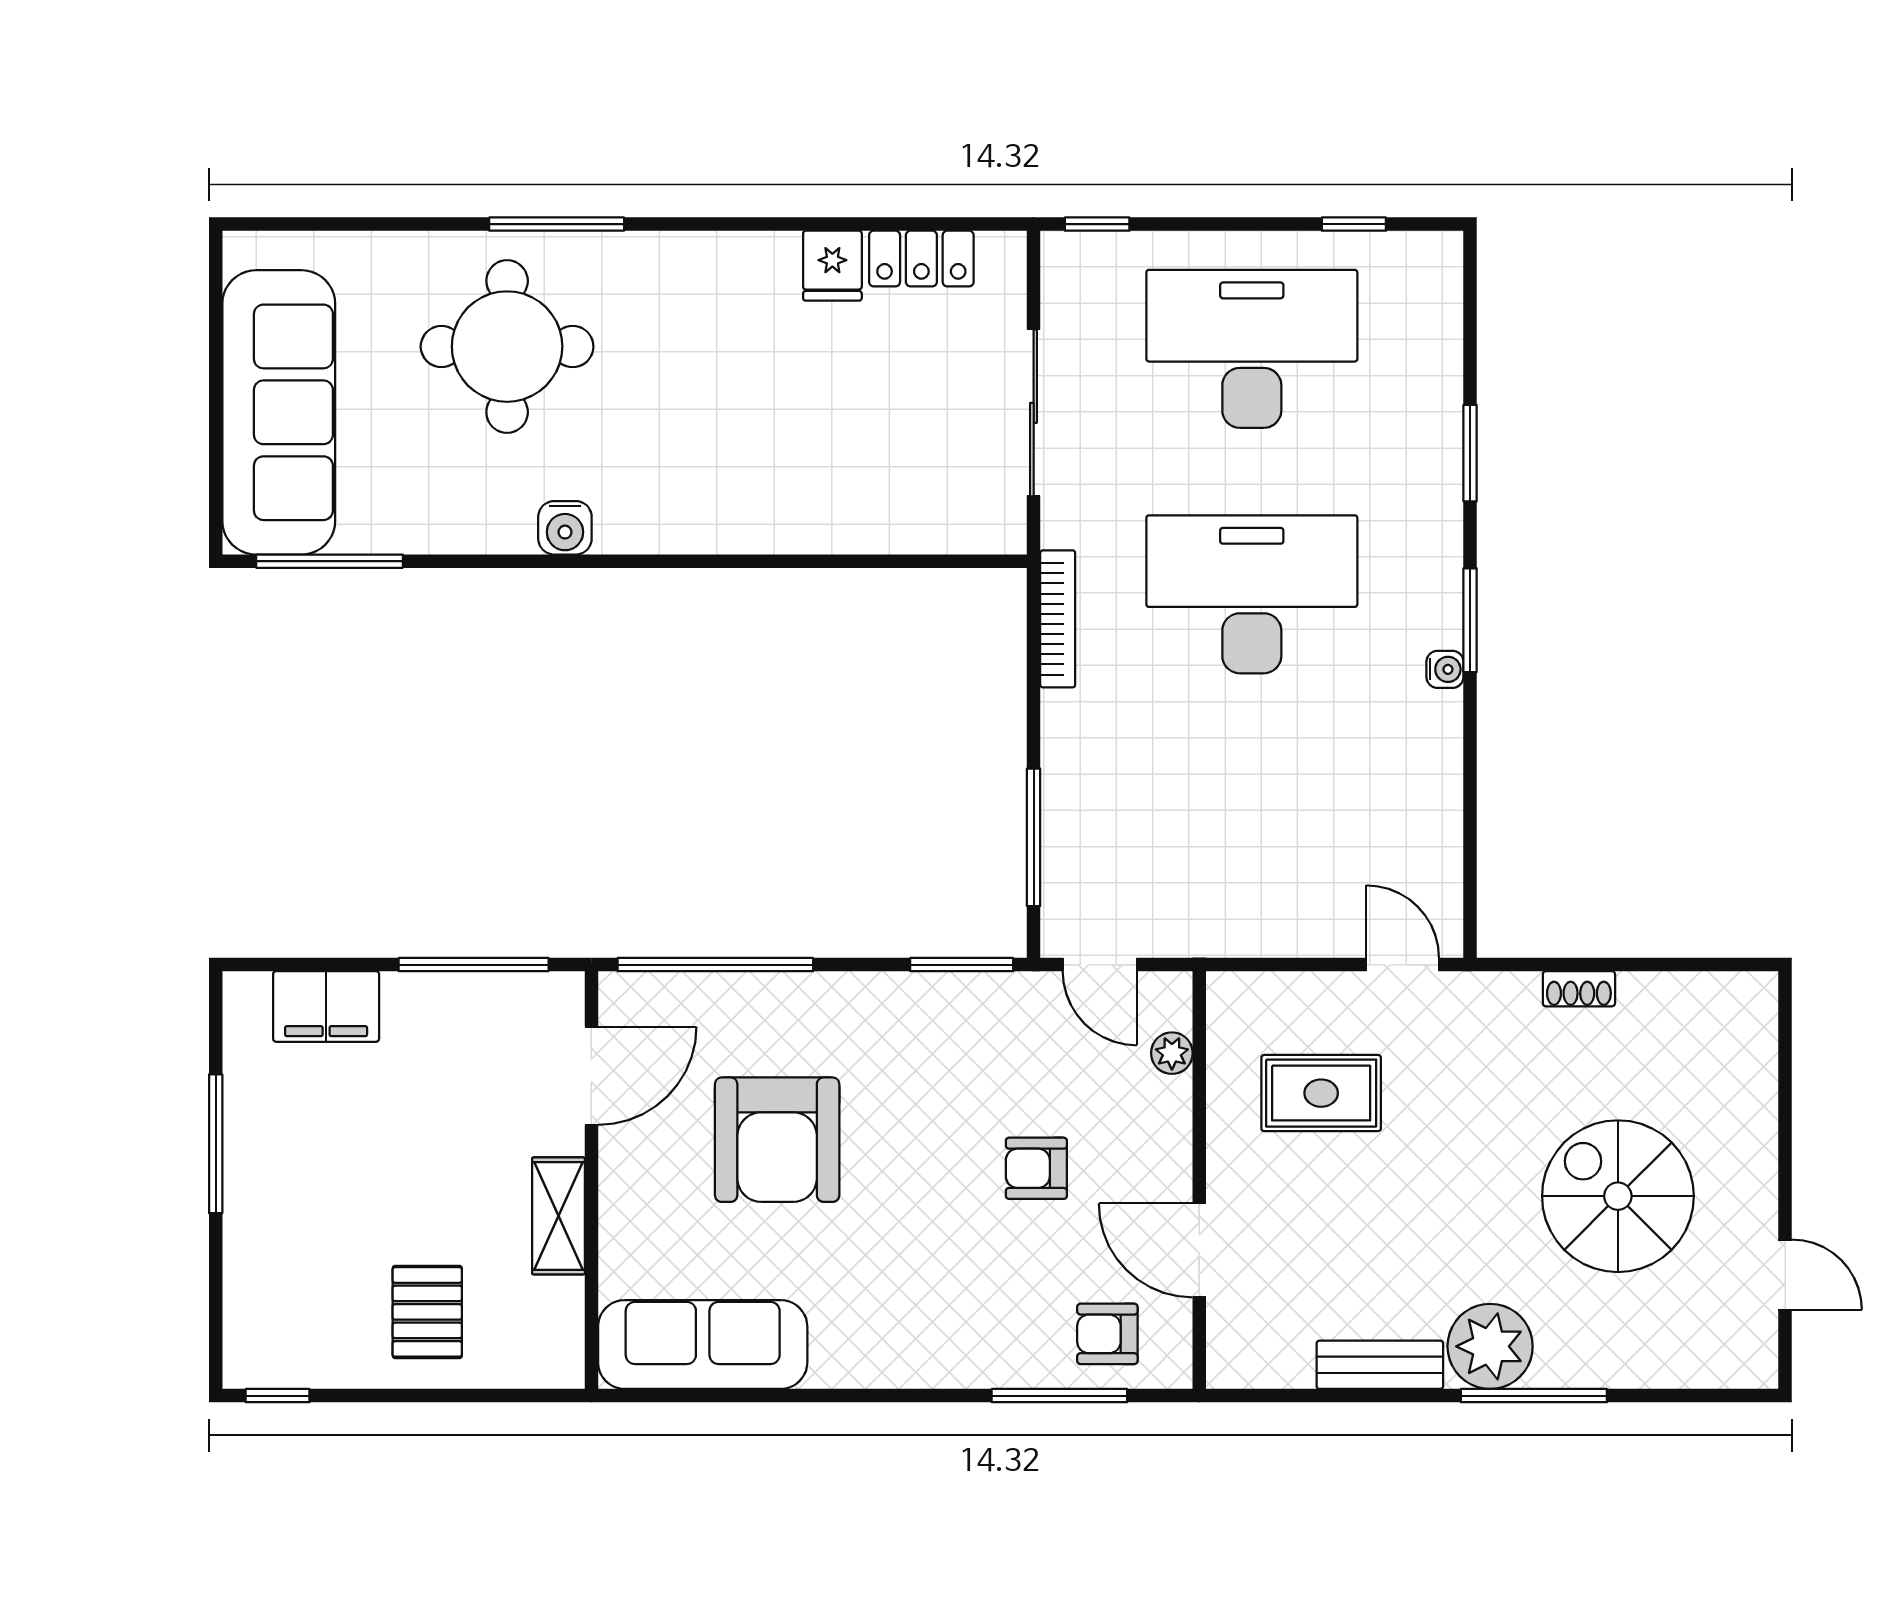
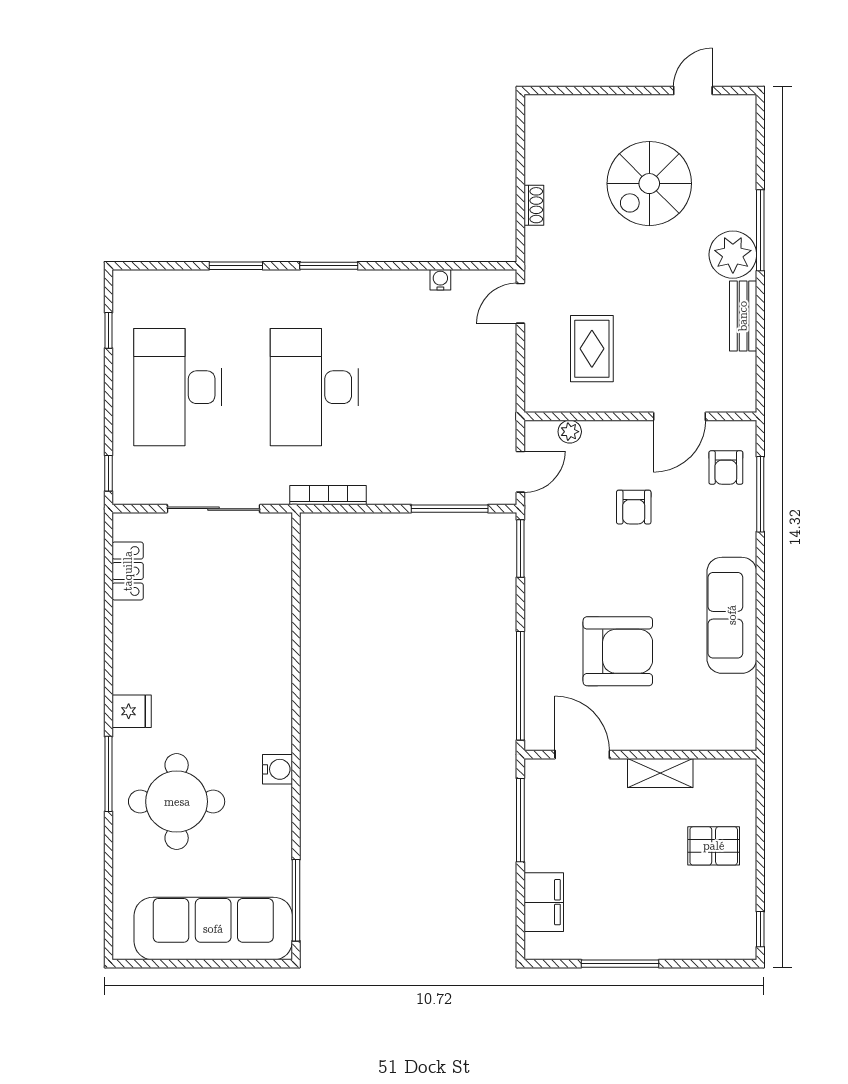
fridge: (832, 266) -> (132, 711), moved
water cooler: (1445, 669) -> (440, 280), moved
sofa: (703, 1345) -> (732, 615), moved

